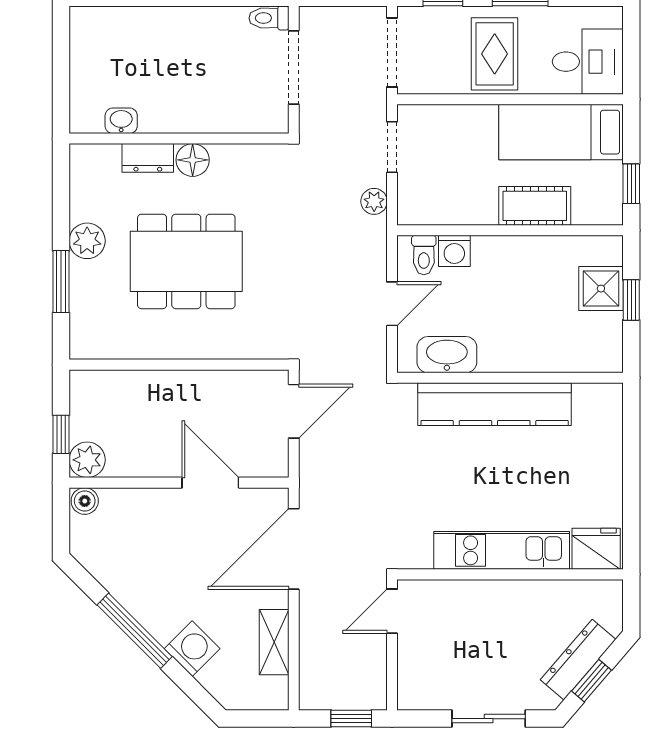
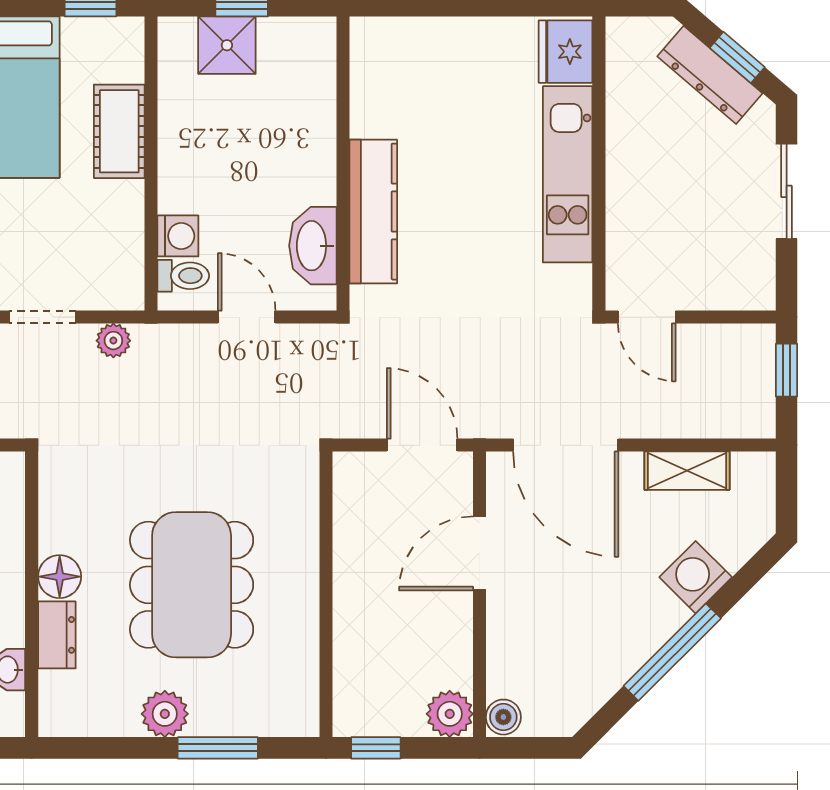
kitchen counter: (495, 404) -> (373, 212), width x0.72, depth x0.86
door: (294, 411) -> (422, 445), moved
window: (61, 434) -> (376, 748), moved

